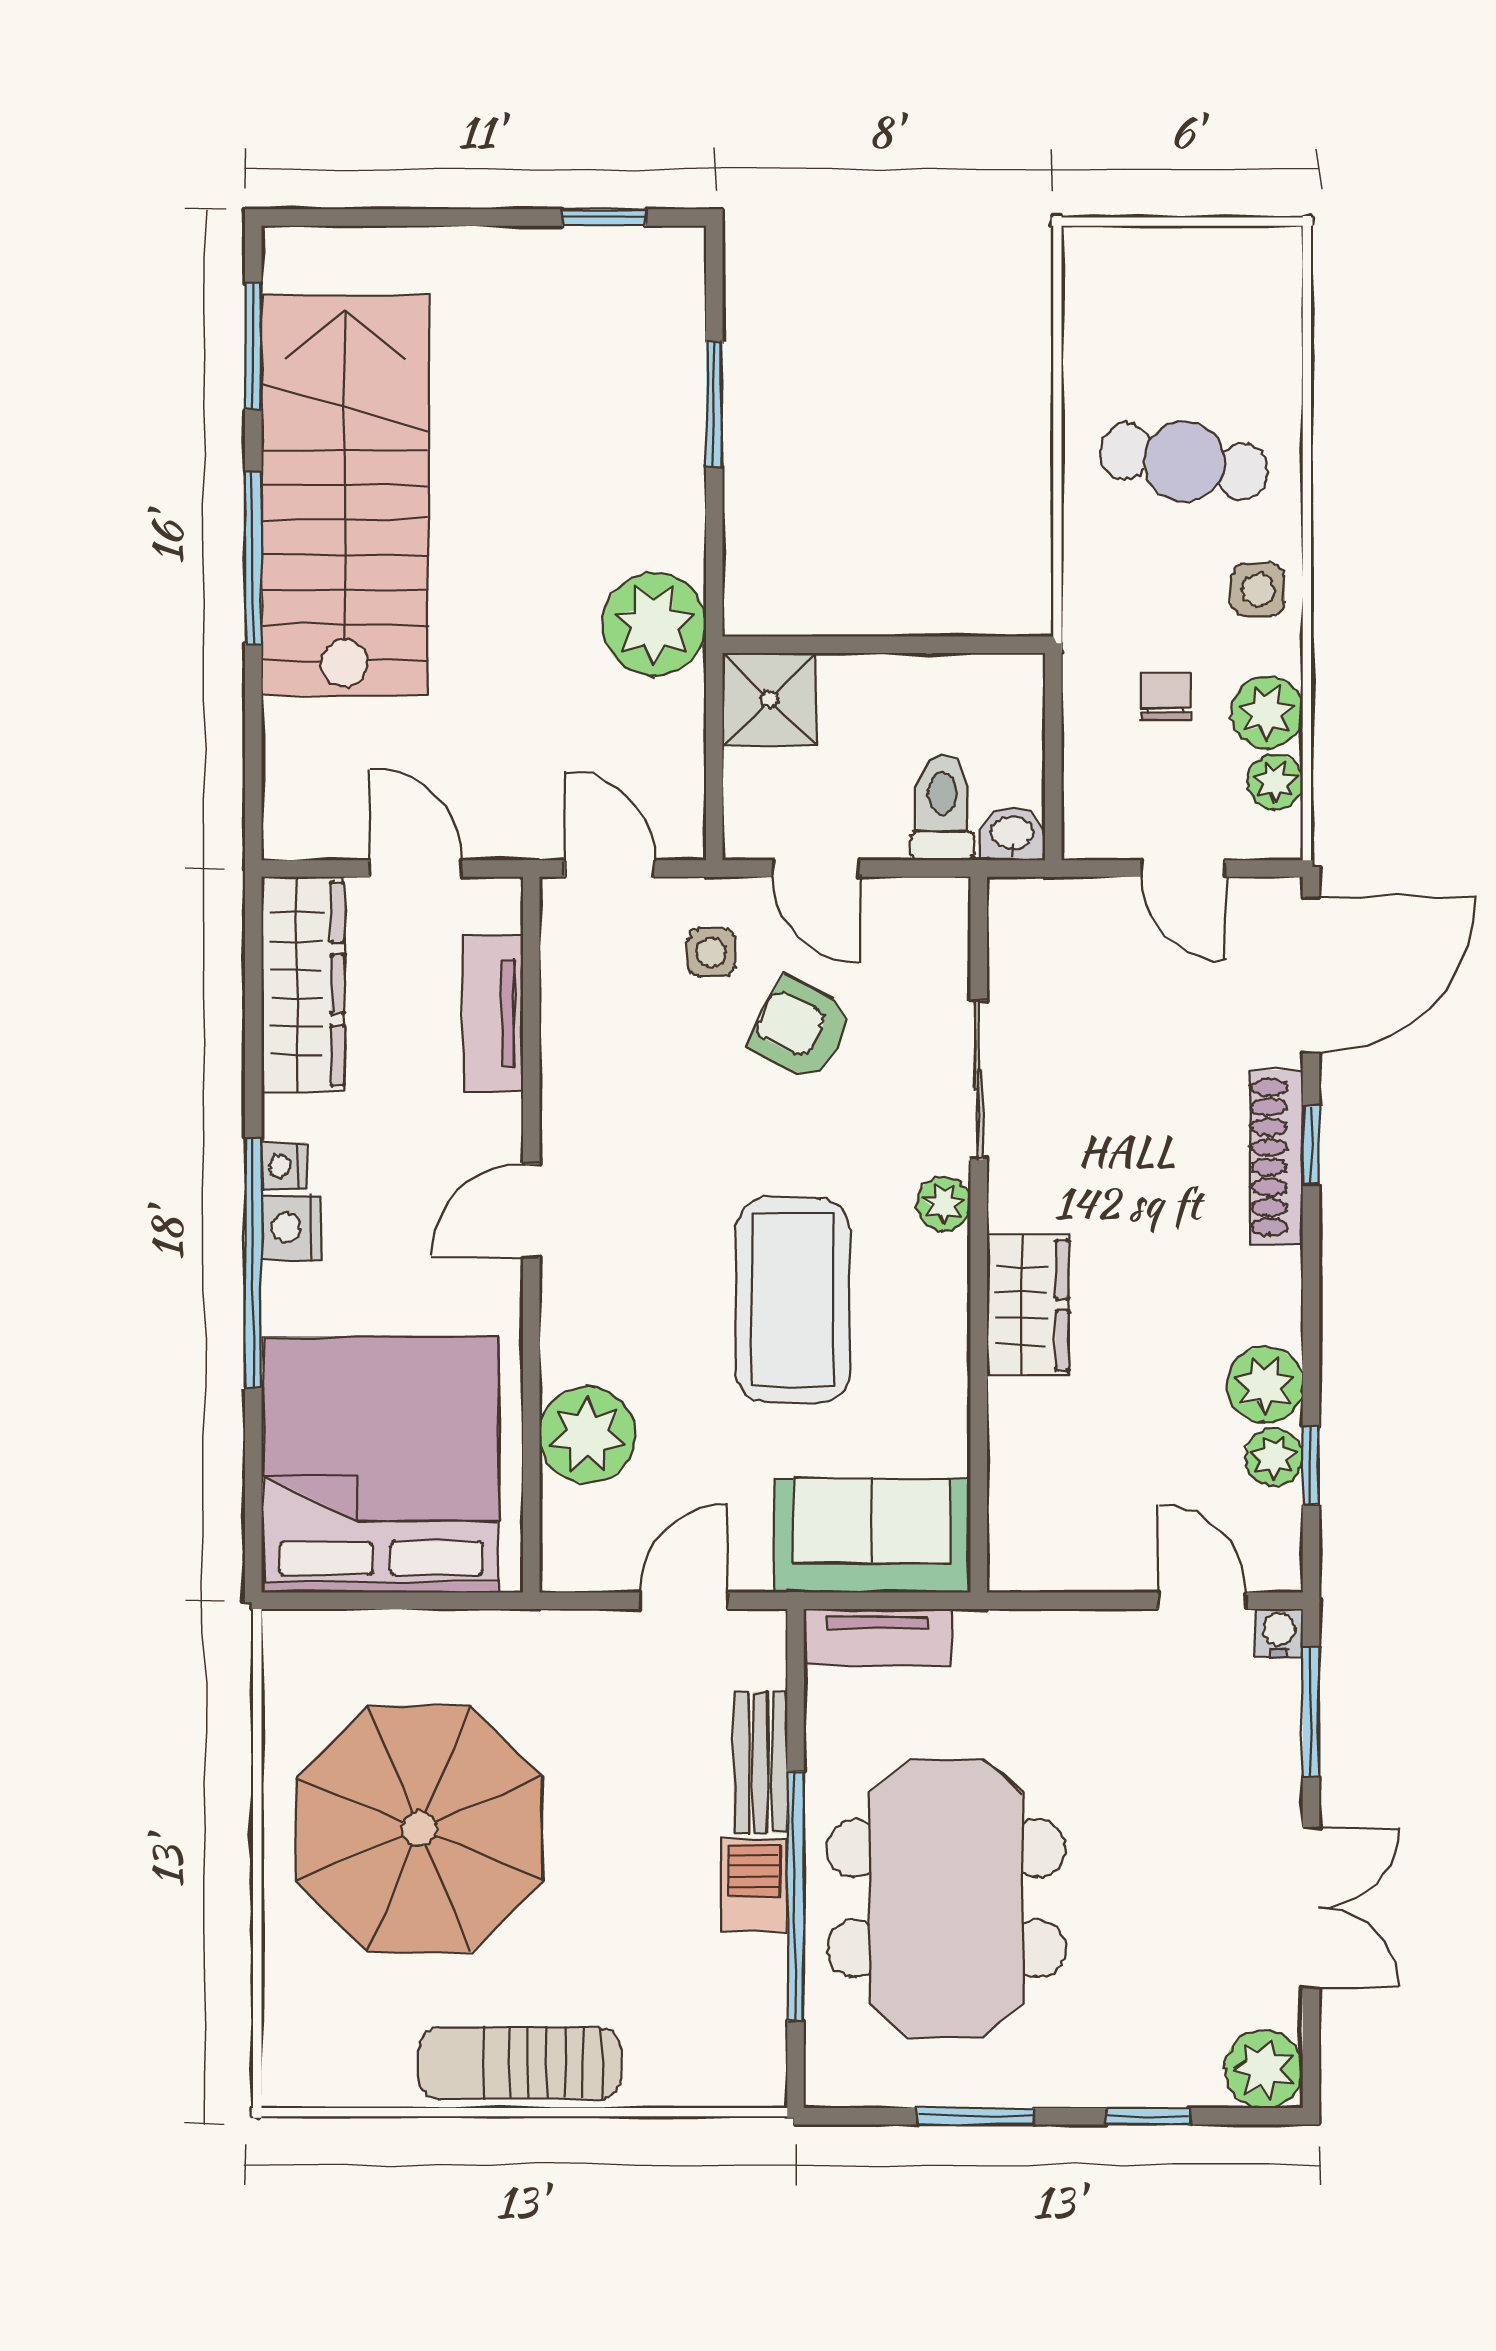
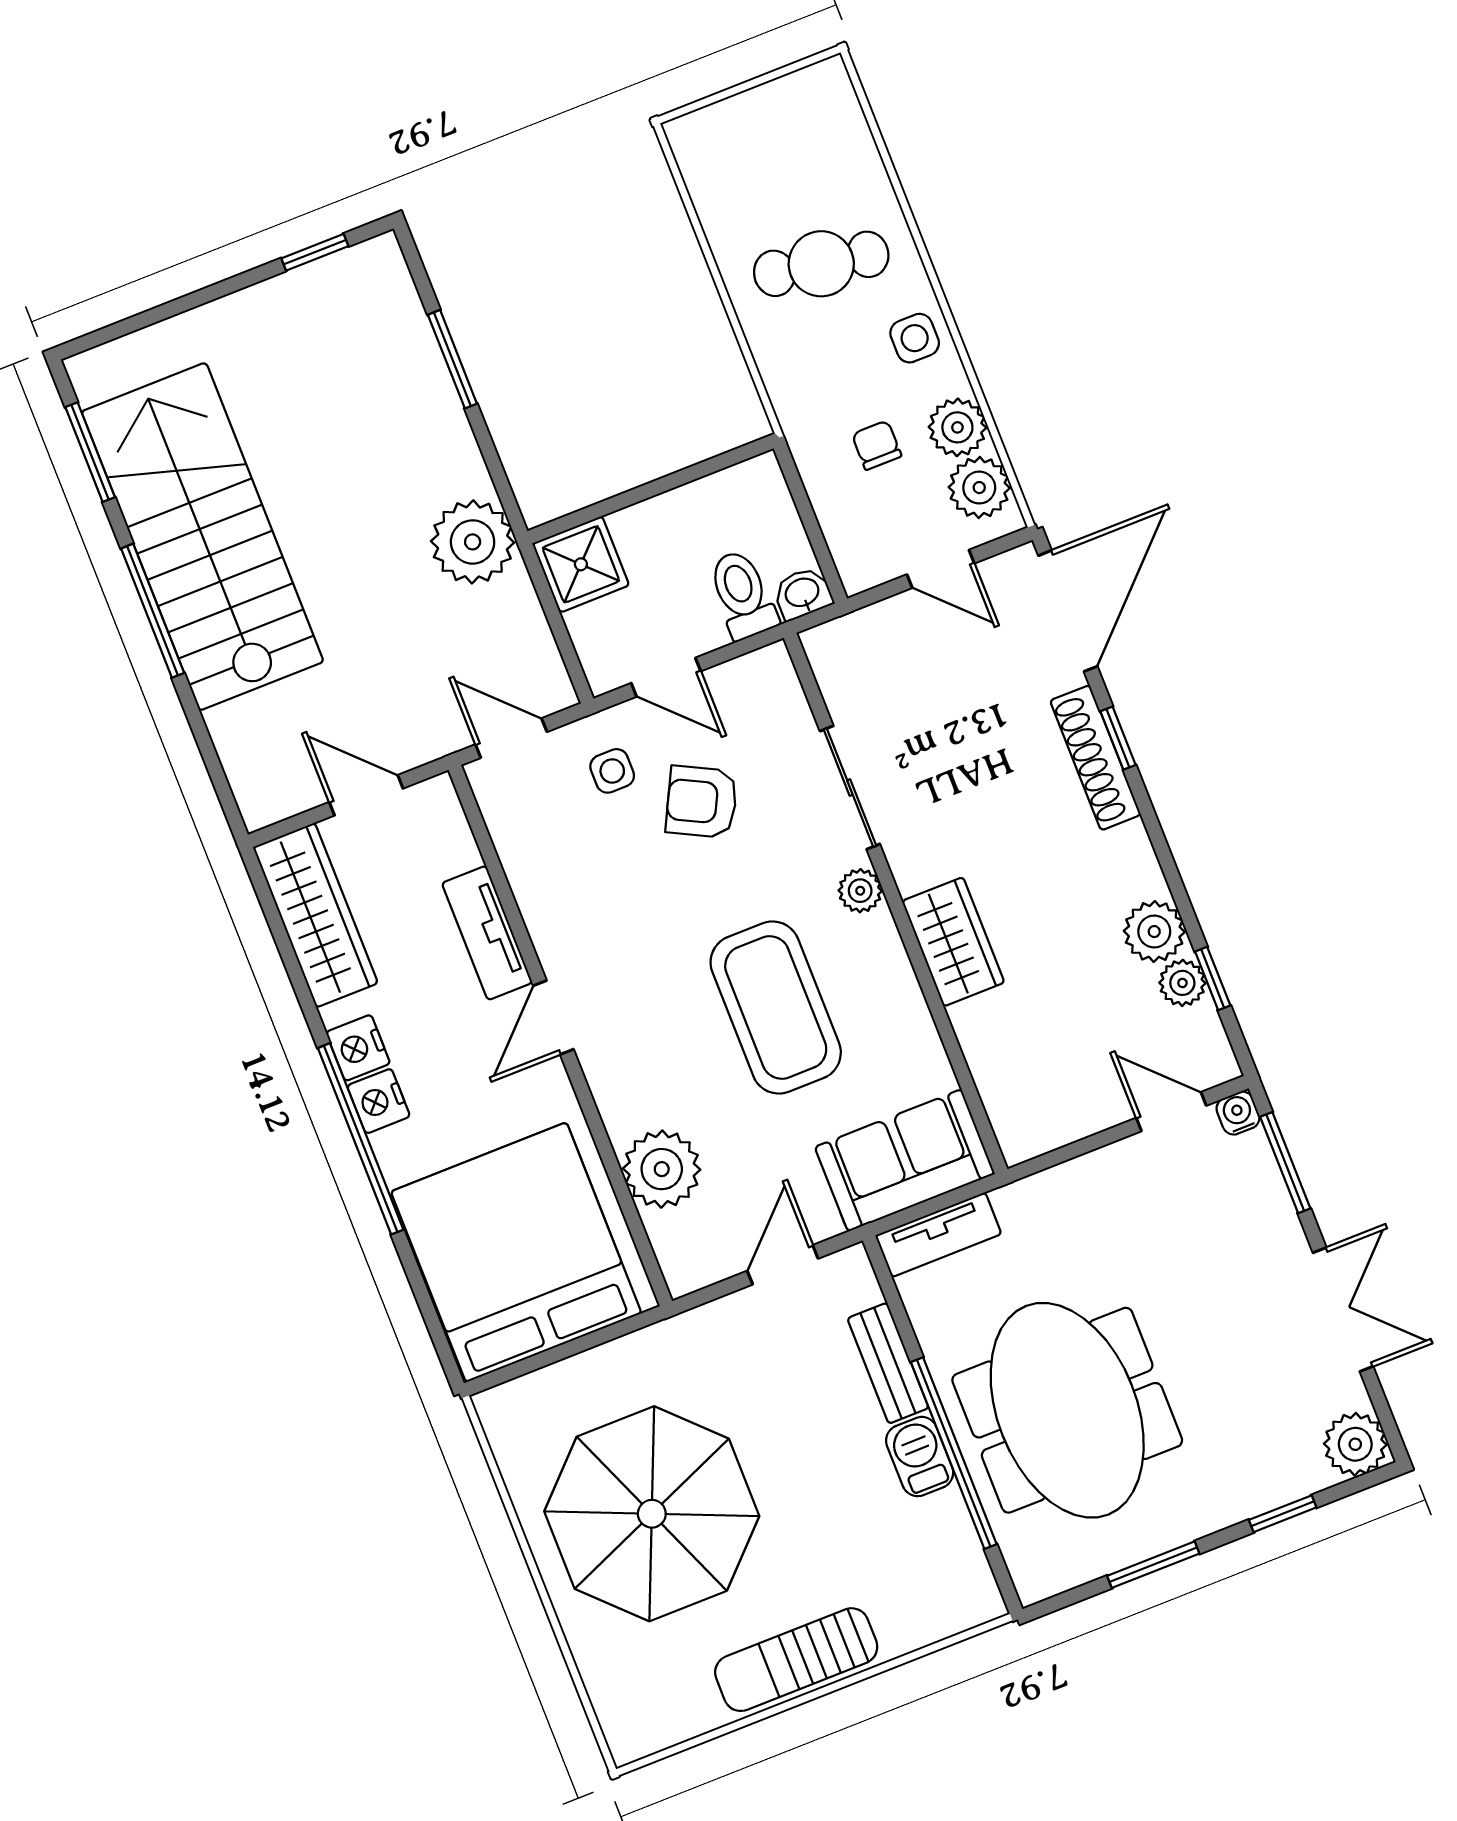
plant: (1275, 782) -> (979, 488), width x1.38, depth x1.38
tv unit: (493, 1013) -> (487, 933), moved
nightstand: (284, 1166) -> (358, 1048), width x1.39, depth x1.35

